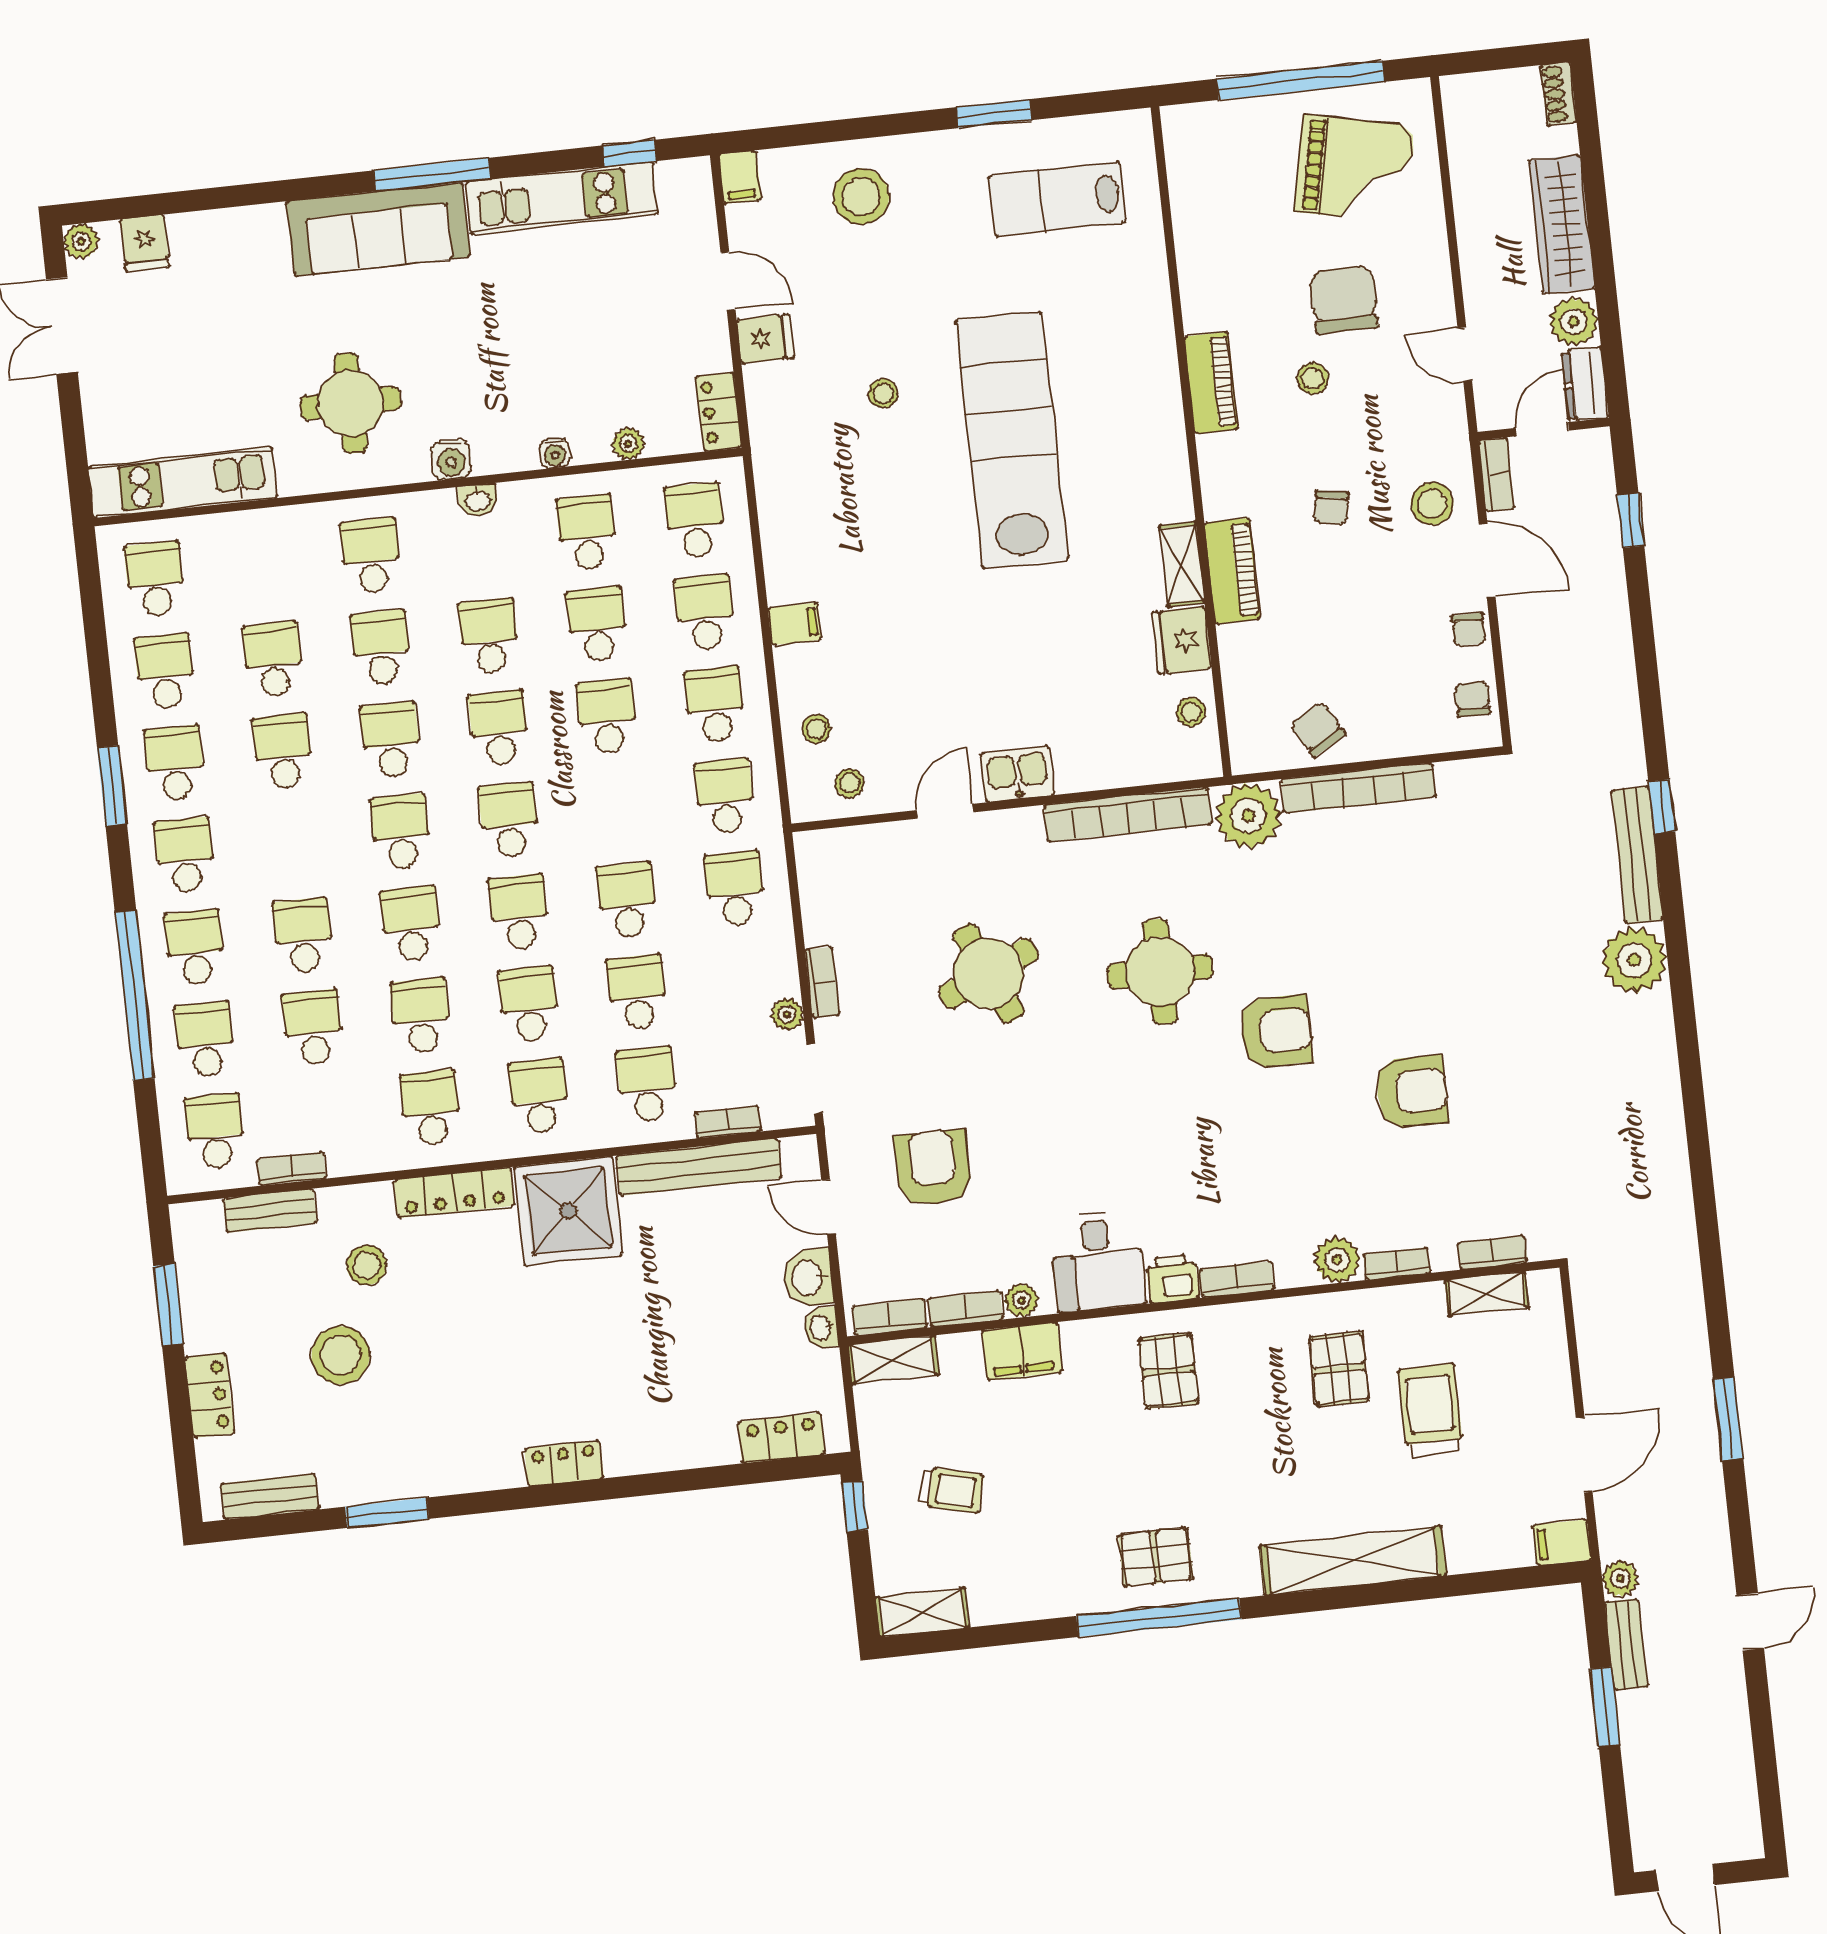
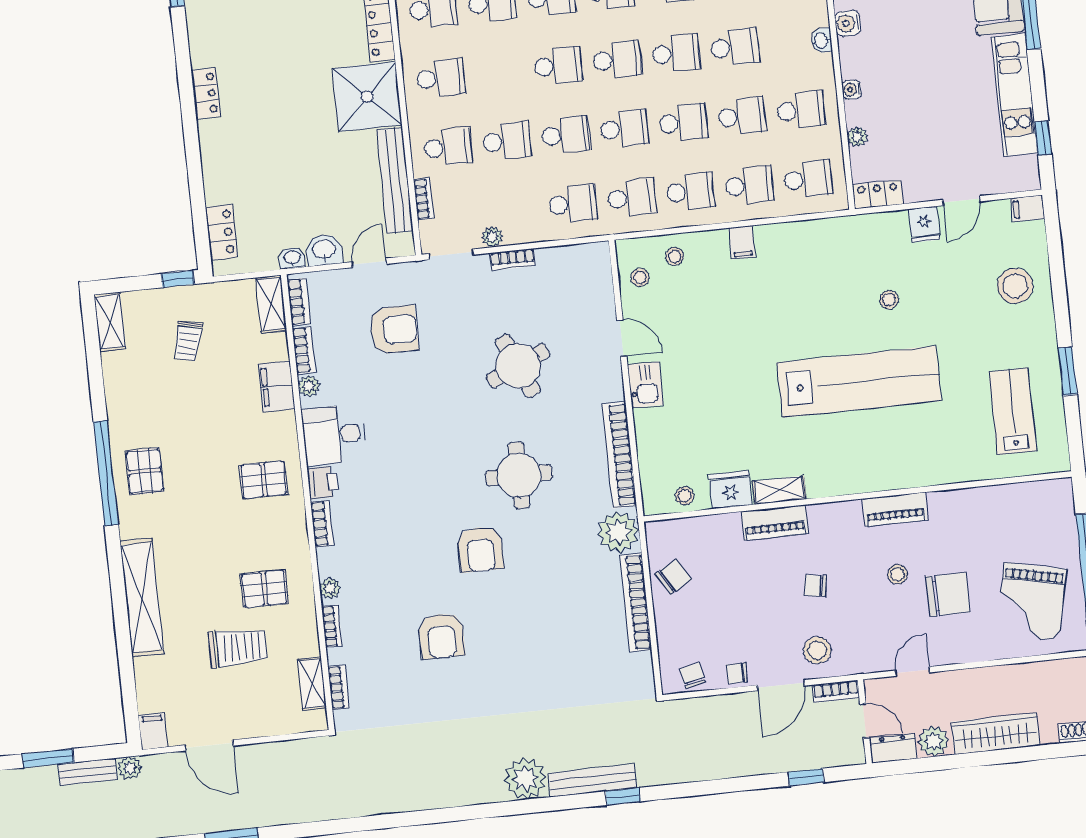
chair: (1472, 699) -> (692, 676), turned -102
school desk: (529, 1004) -> (624, 129), moved
plant: (1337, 1260) -> (330, 588), width x0.73, depth x0.73

